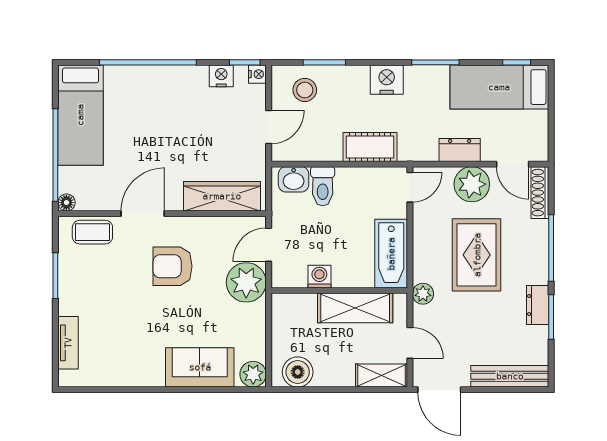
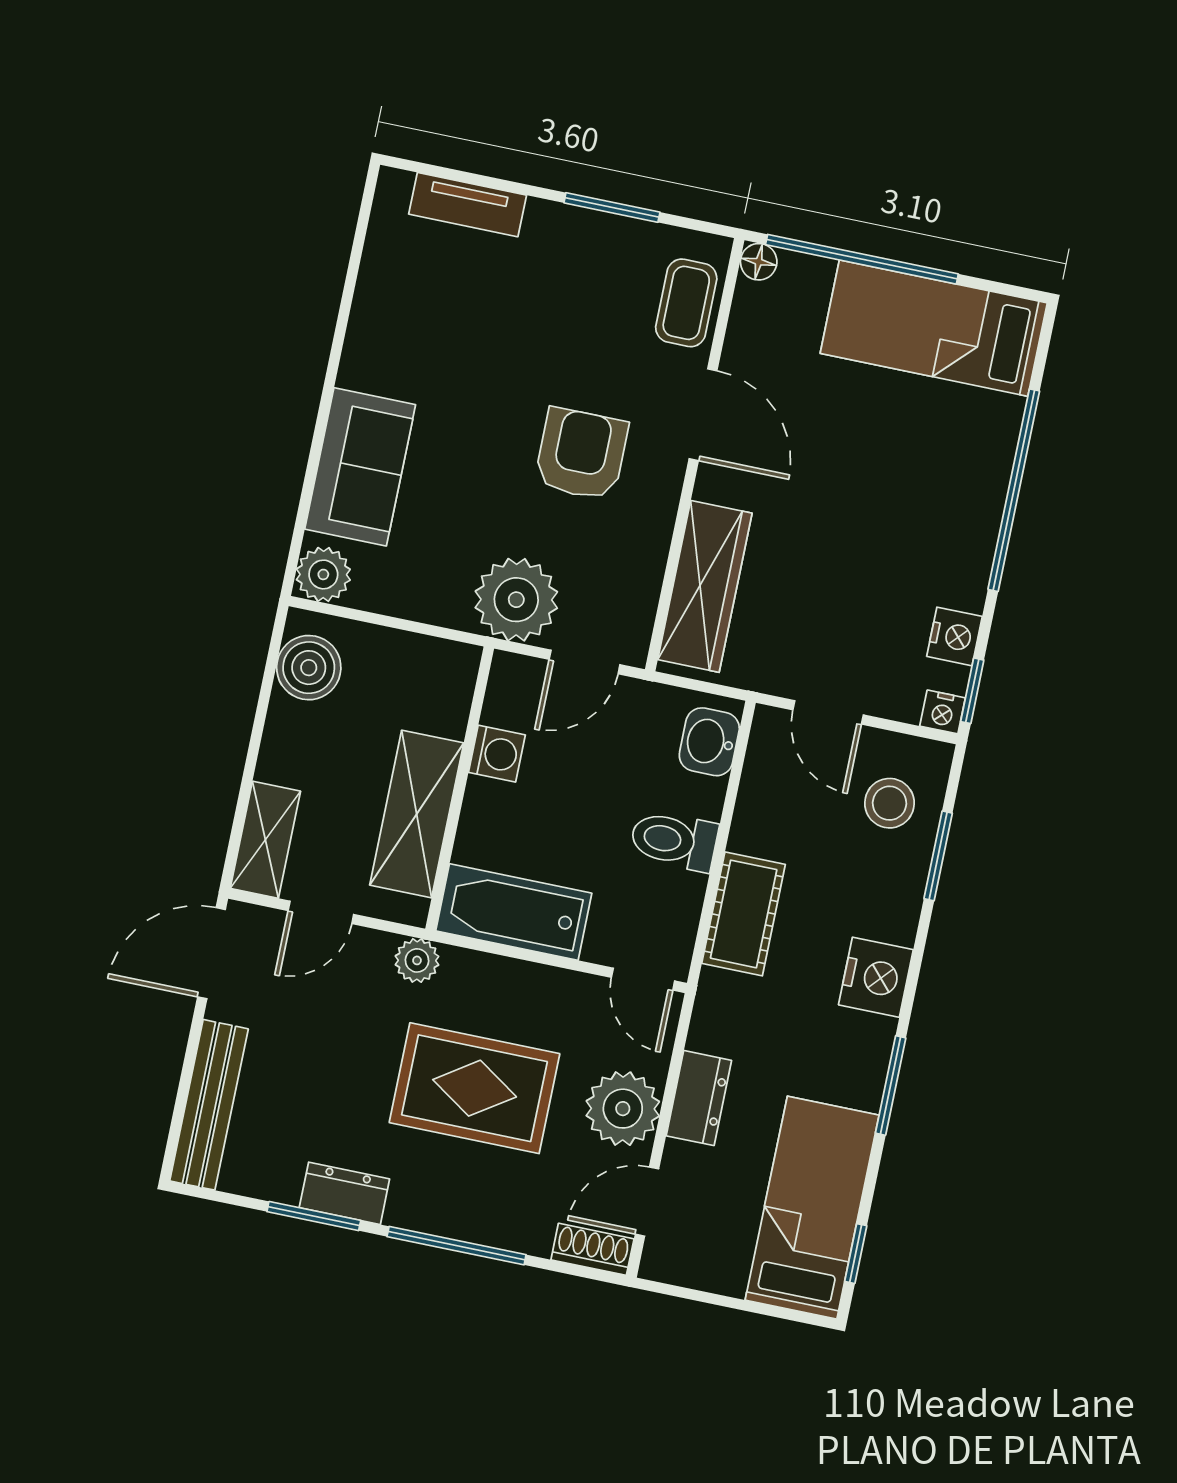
toilet: (323, 186) -> (674, 841), moved
shoe rack: (540, 193) -> (592, 1249), width x0.70
door: (269, 245) -> (585, 662), swing flipped

